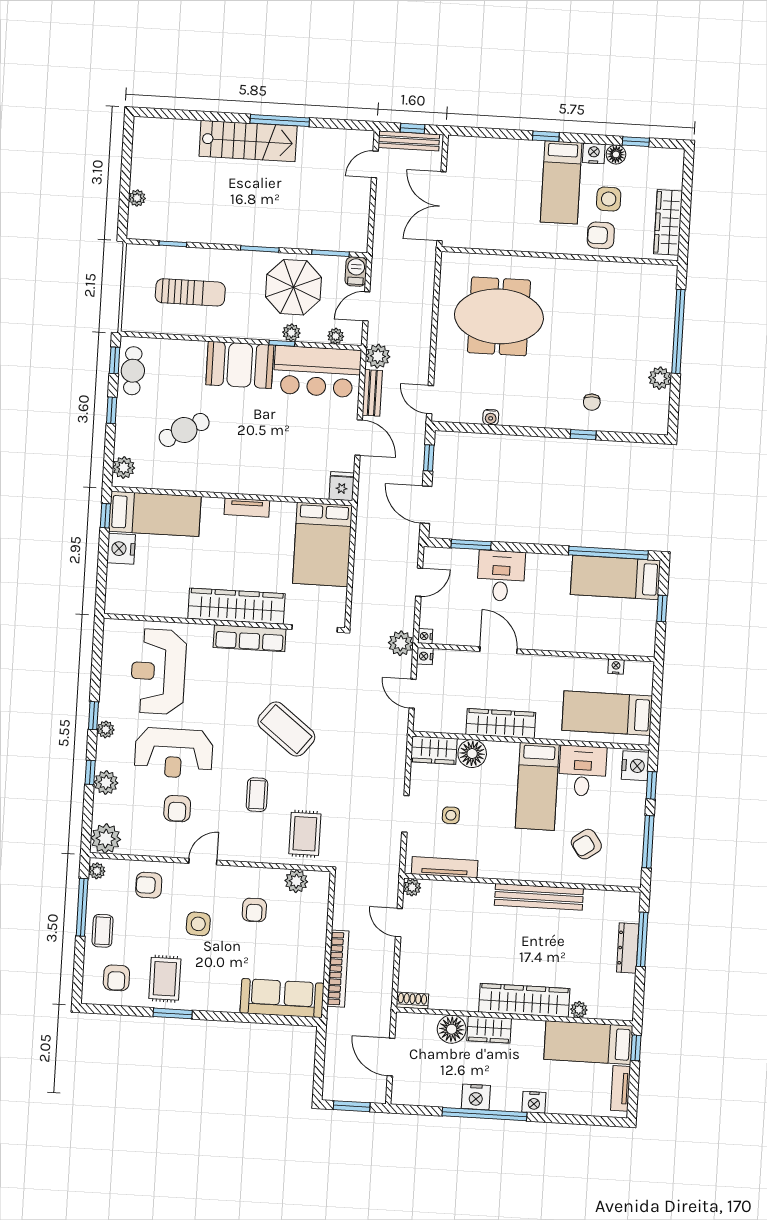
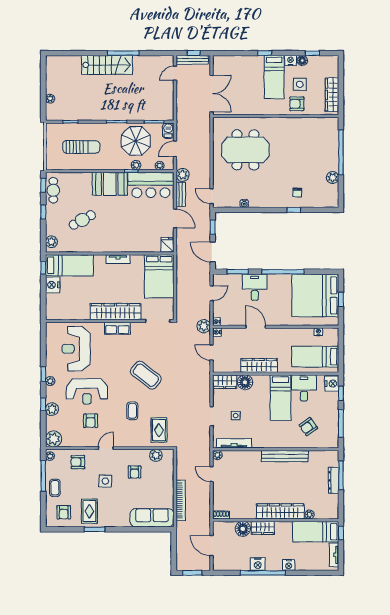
double door: (442, 206) -> (212, 93), swing flipped
window: (608, 553) -> (283, 272), moved
bed: (615, 577) -> (315, 295), width x2.04
row of seats: (250, 638) -> (117, 328), width x0.68

